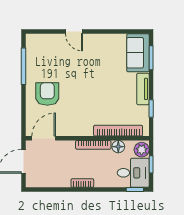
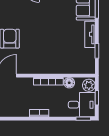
bookcase: (118, 131) -> (69, 69), removed

